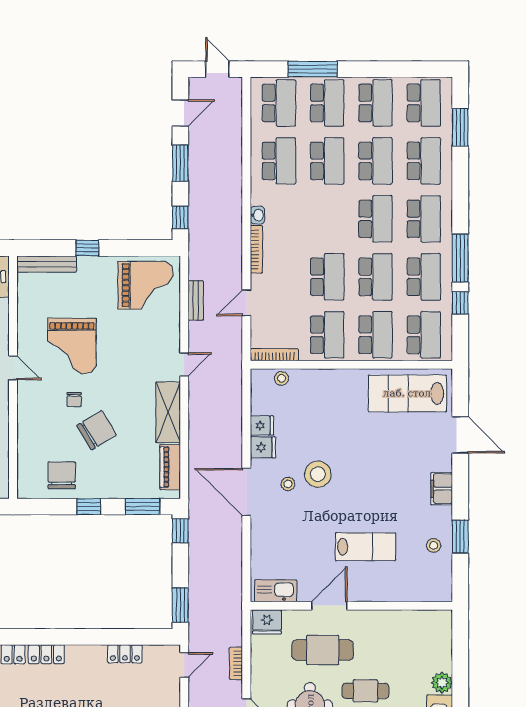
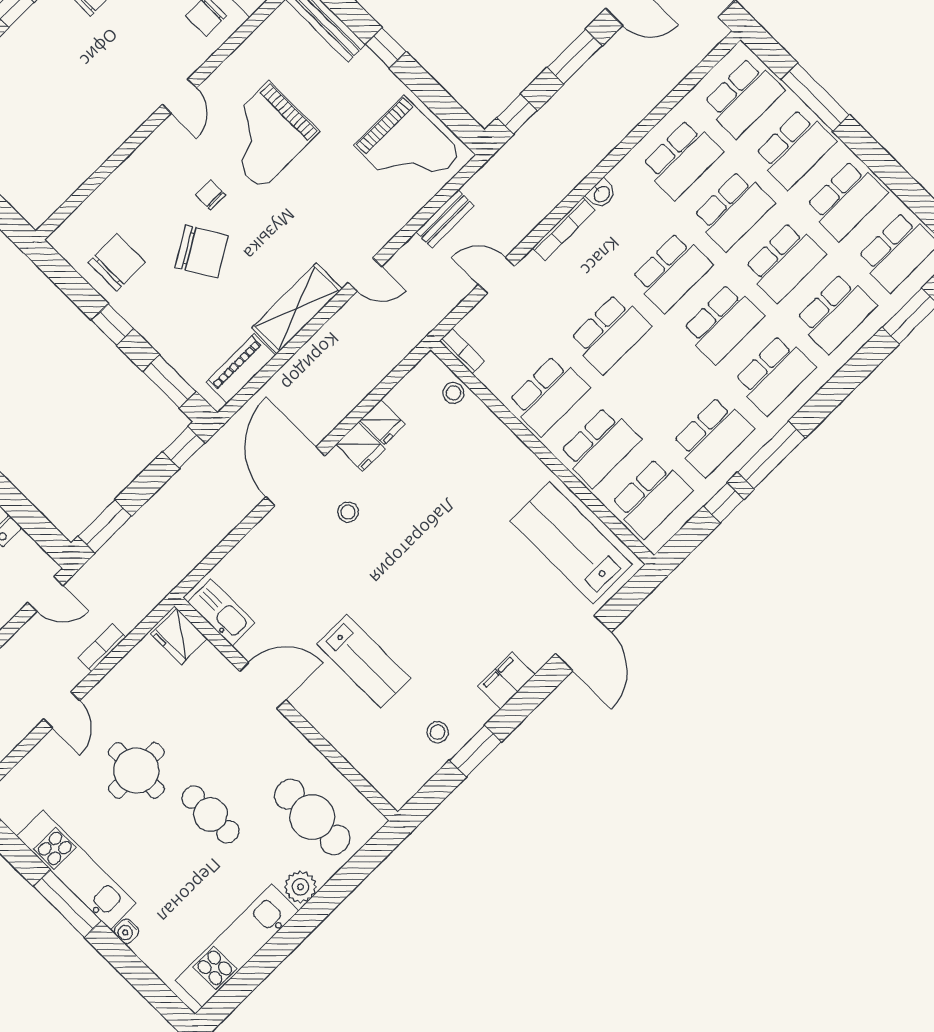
school desk: (376, 277) -> (672, 272), moved
bookcase: (275, 355) -> (462, 351), width x0.64
chair: (74, 400) -> (210, 195), turned 90
stool: (318, 474) -> (390, 533), removed
cafe table: (323, 650) -> (312, 817), moved

